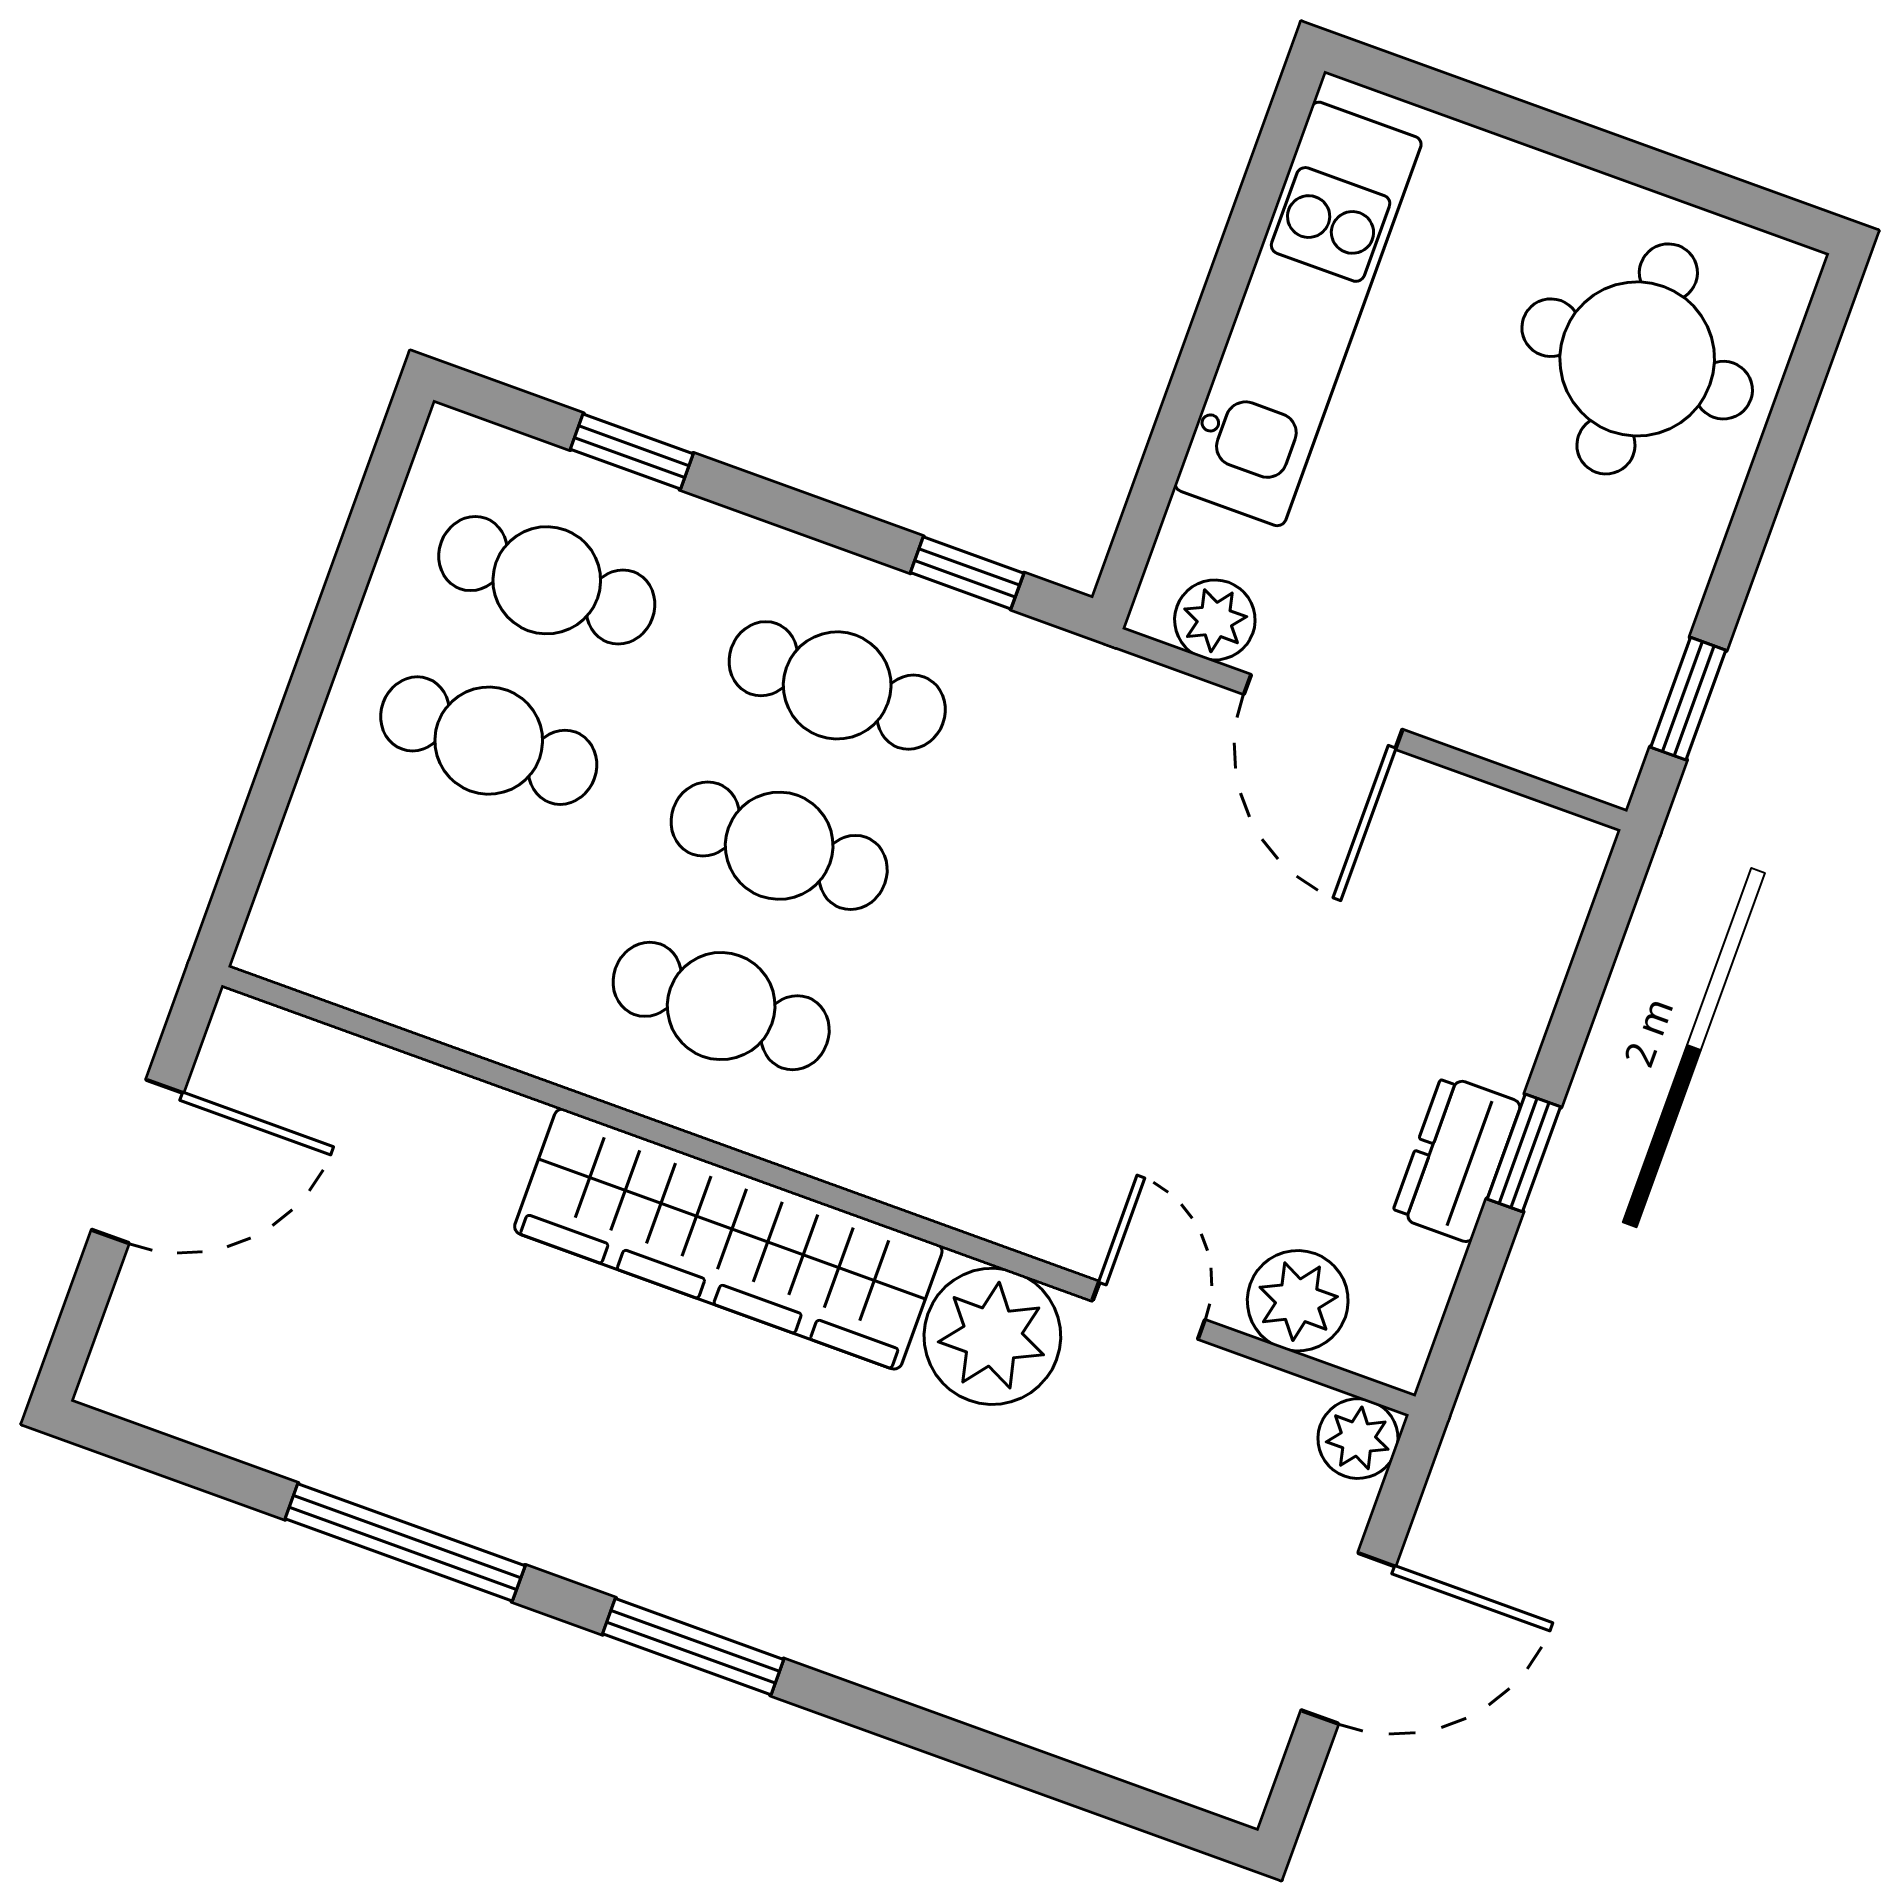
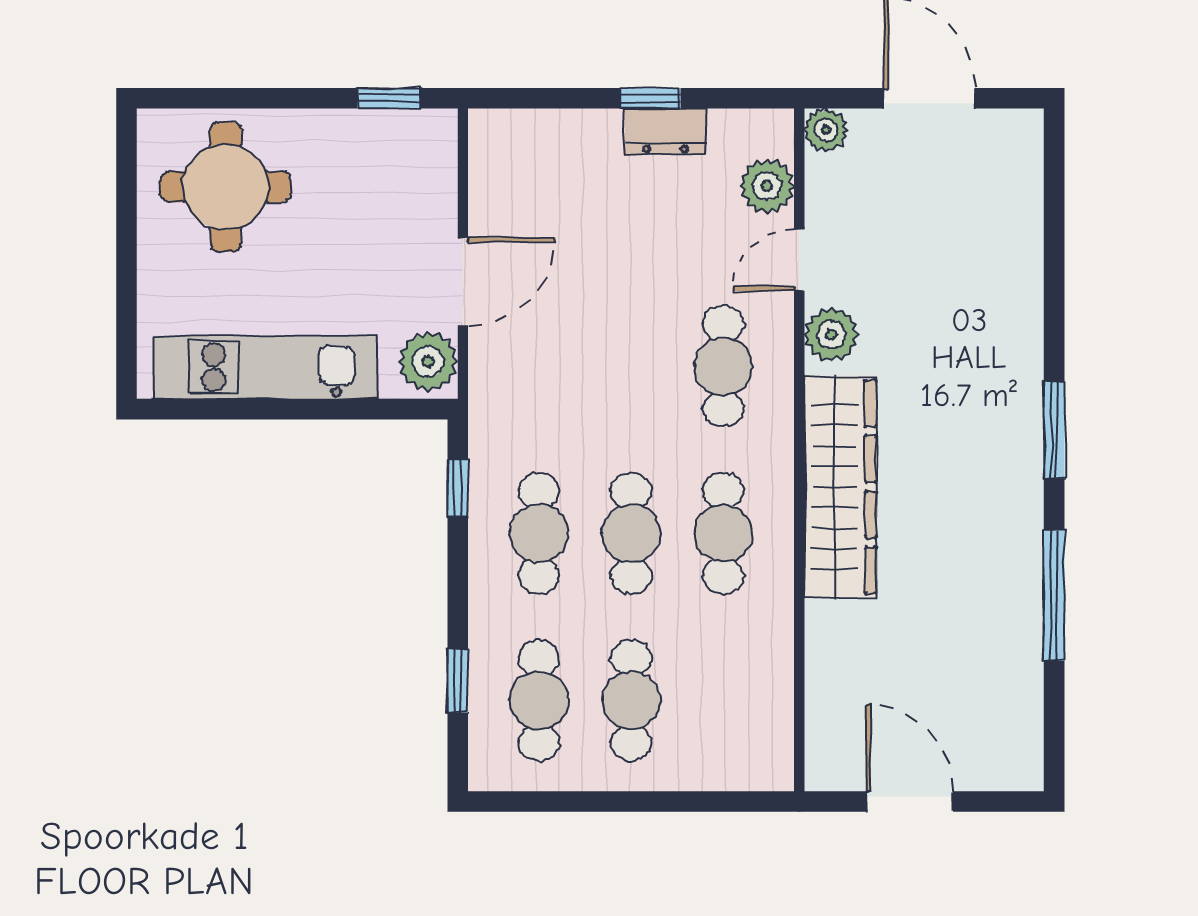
plant: (1215, 620) -> (428, 362), width x1.38, depth x1.38
cafe table: (1012, 1111) -> (723, 366), added
plant: (992, 1336) -> (831, 335), width x0.73, depth x0.73

